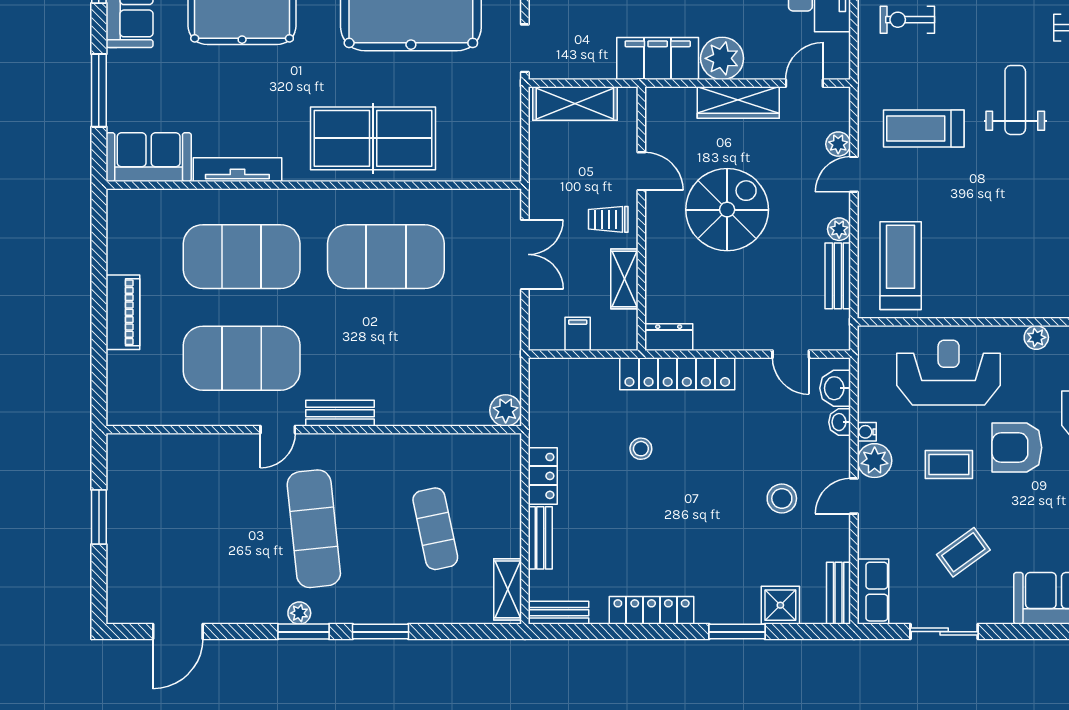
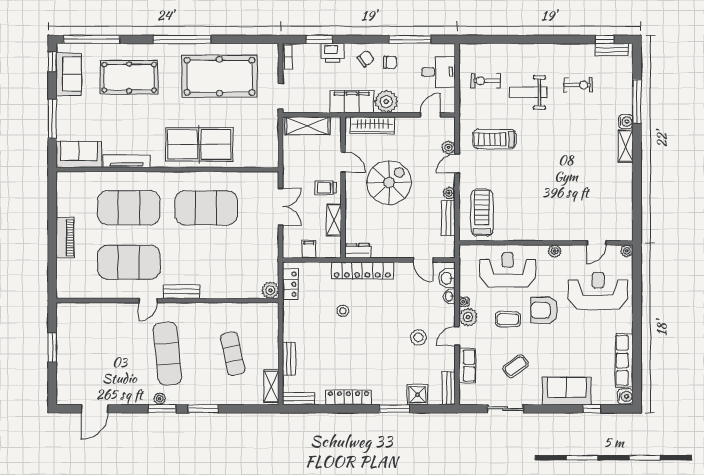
weight bench: (1015, 100) -> (528, 92), moved, turned -90
wardrobe: (738, 103) -> (372, 125), moved
locker: (543, 476) -> (290, 284), moved
row of seats: (873, 592) -> (467, 365), moved

